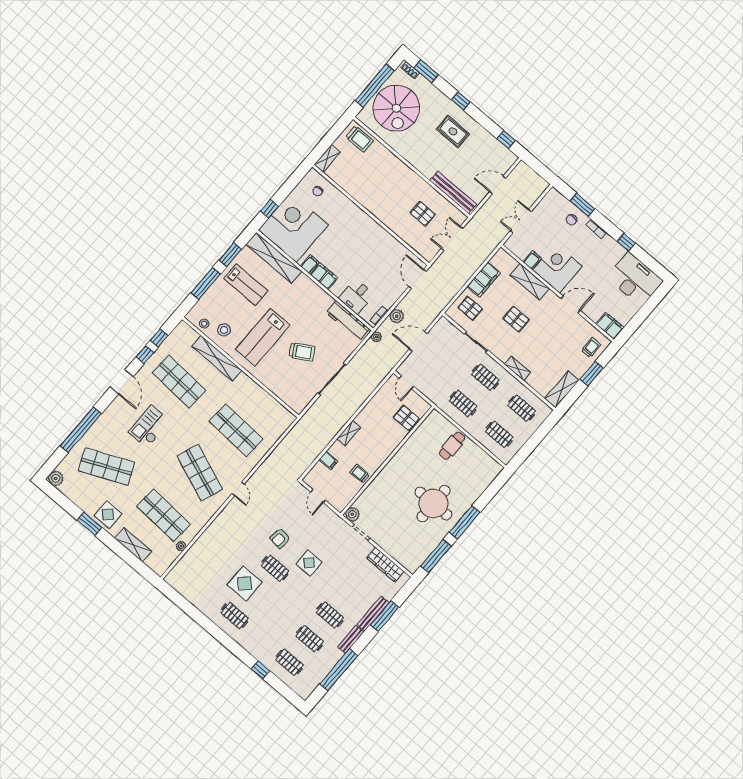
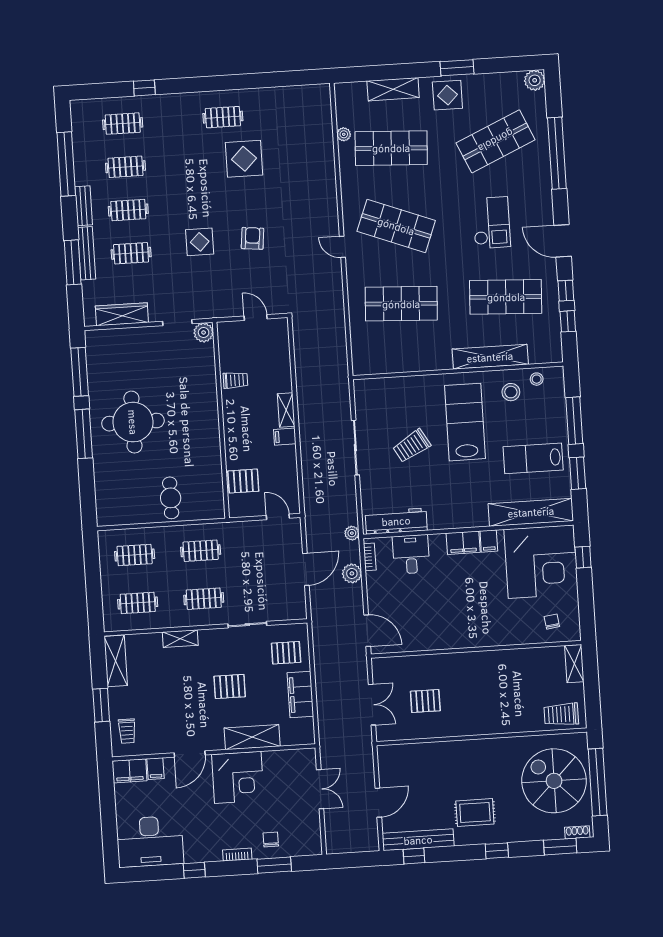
bench: (453, 193) -> (418, 840), moved
filing cabinet: (532, 260) -> (156, 769), moved
filing cabinet: (328, 460) -> (285, 437), moved
clothes rail: (275, 568) -> (131, 253), moved

